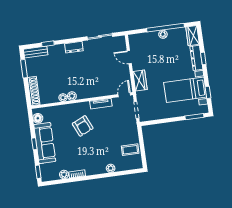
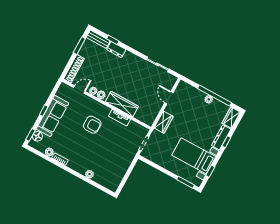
dresser: (74, 47) -> (116, 50), moved
wardrobe: (95, 91) -> (122, 104), added
door: (124, 95) -> (79, 89), moved
floor lamp: (38, 118) -> (37, 136), moved
armchair: (83, 126) -> (92, 125), turned -66
coffee table: (130, 150) -> (116, 171), removed

